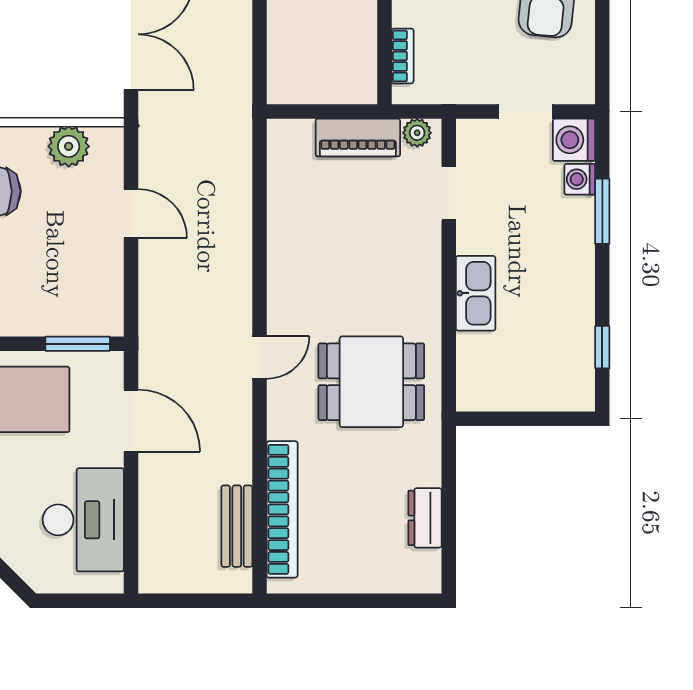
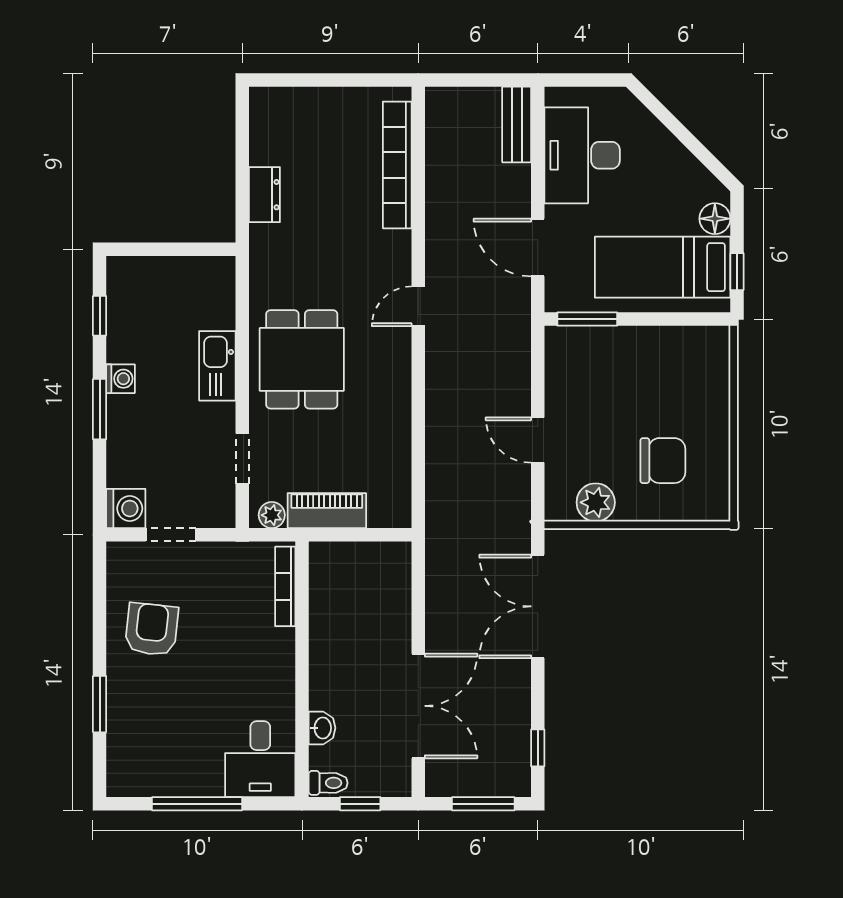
bookcase: (403, 56) -> (285, 586), width x1.56
washing machine: (580, 179) -> (121, 379), moved
window: (602, 211) -> (100, 409), moved
dining table: (371, 382) -> (302, 359), moved, turned 90
dresser: (425, 518) -> (264, 195), moved
bench: (237, 526) -> (517, 124), moved

